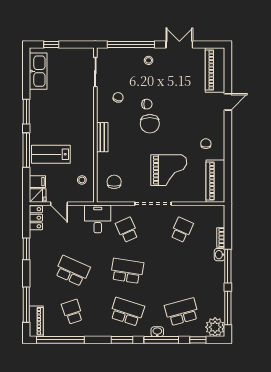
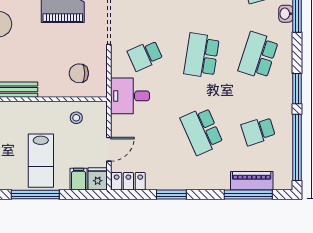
school desk: (72, 271) -> (202, 131), turned -48
piano: (36, 321) -> (252, 181), moved
window: (122, 340) -> (297, 89), moved

